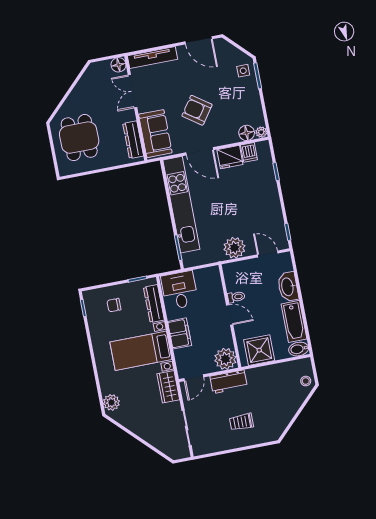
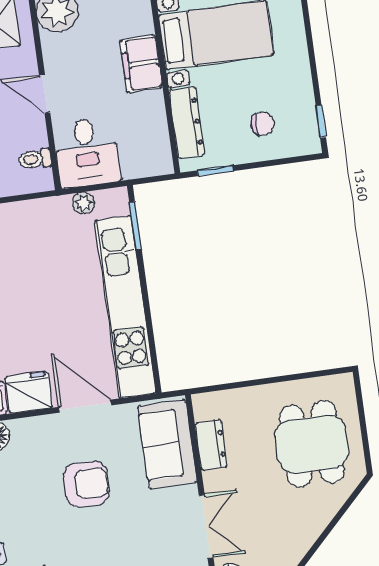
armchair: (197, 110) -> (86, 484), turned -35
dresser: (133, 140) -> (211, 445), width x0.70
plant: (234, 248) -> (84, 203), moved, width x0.53, depth x0.53
desk: (180, 290) -> (87, 152), moved
toilet: (236, 297) -> (35, 159), moved

